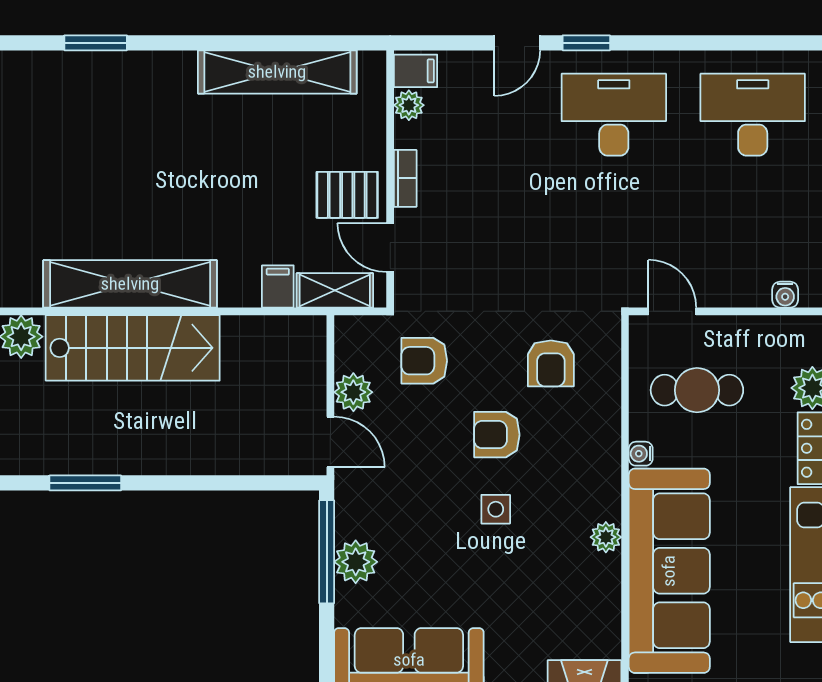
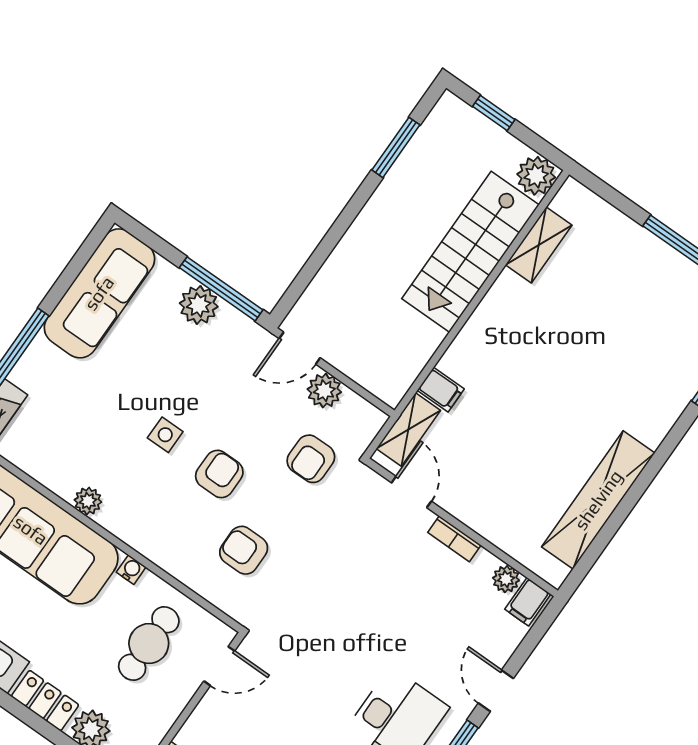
pallet: (347, 195) -> (472, 488), removed
door: (390, 247) -> (411, 492), hinge flipped
shelving: (130, 284) -> (539, 245), width x0.45, depth x0.75
armchair: (424, 361) -> (311, 459), turned 180

